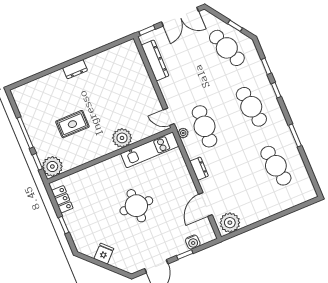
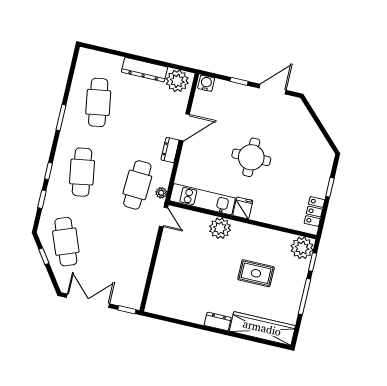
dresser: (155, 60) -> (145, 70), moved, turned -90
wardrobe: (39, 87) -> (262, 328), added
door: (205, 205) -> (184, 127), moved
water cooler: (193, 242) -> (206, 83), moved
fridge: (104, 254) -> (243, 208), moved, turned 135

